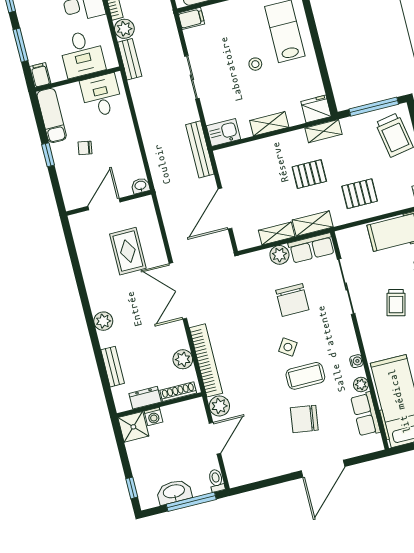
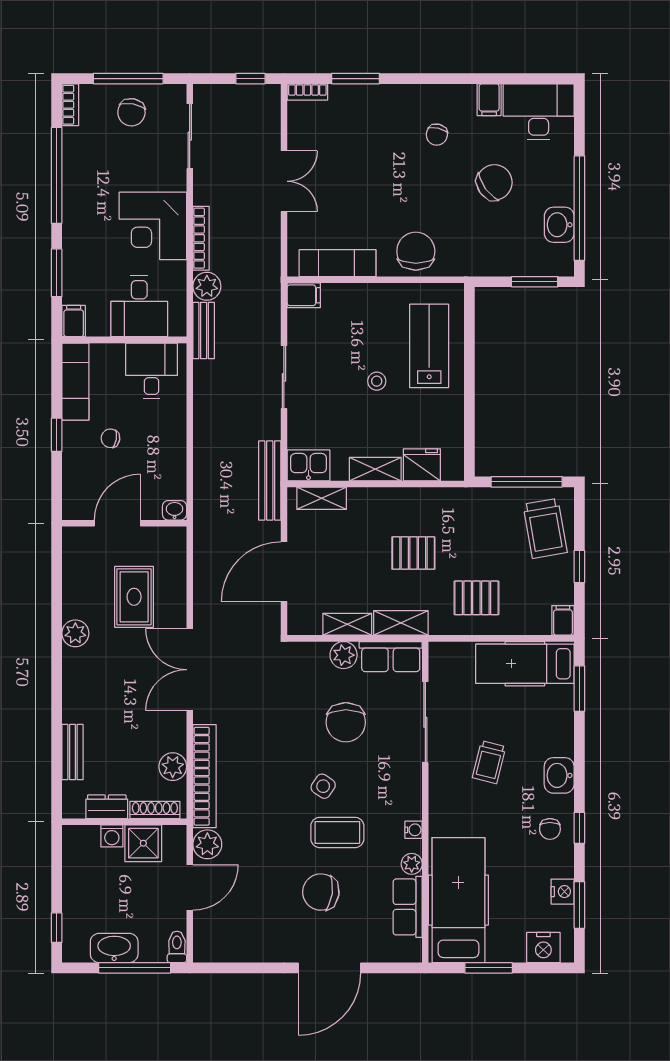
fridge: (316, 109) -> (422, 465), moved
shelving: (323, 131) -> (322, 498), moved
plant: (103, 321) -> (75, 633), moved
shower: (133, 427) -> (143, 843), moved

